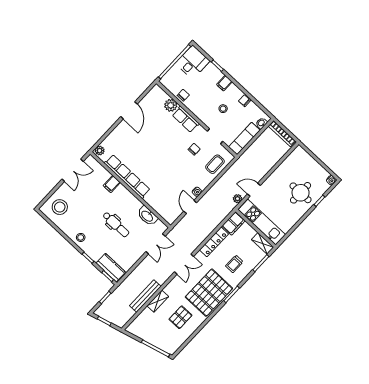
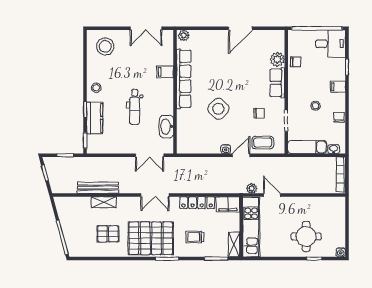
side table: (167, 172) -> (218, 109), added
door: (190, 207) -> (241, 155), moved
kitchen counter: (111, 268) -> (95, 118), moved

